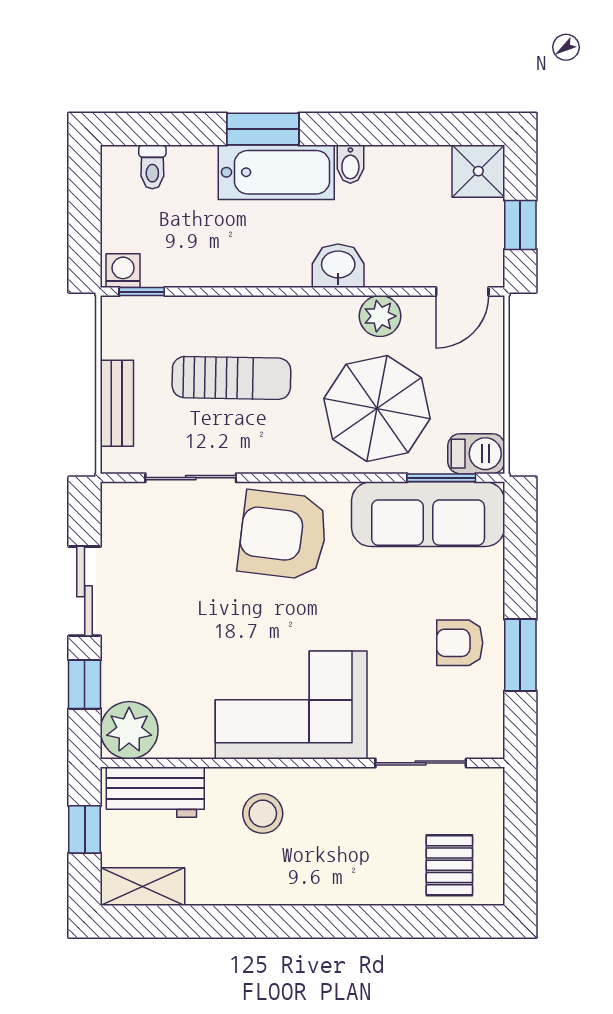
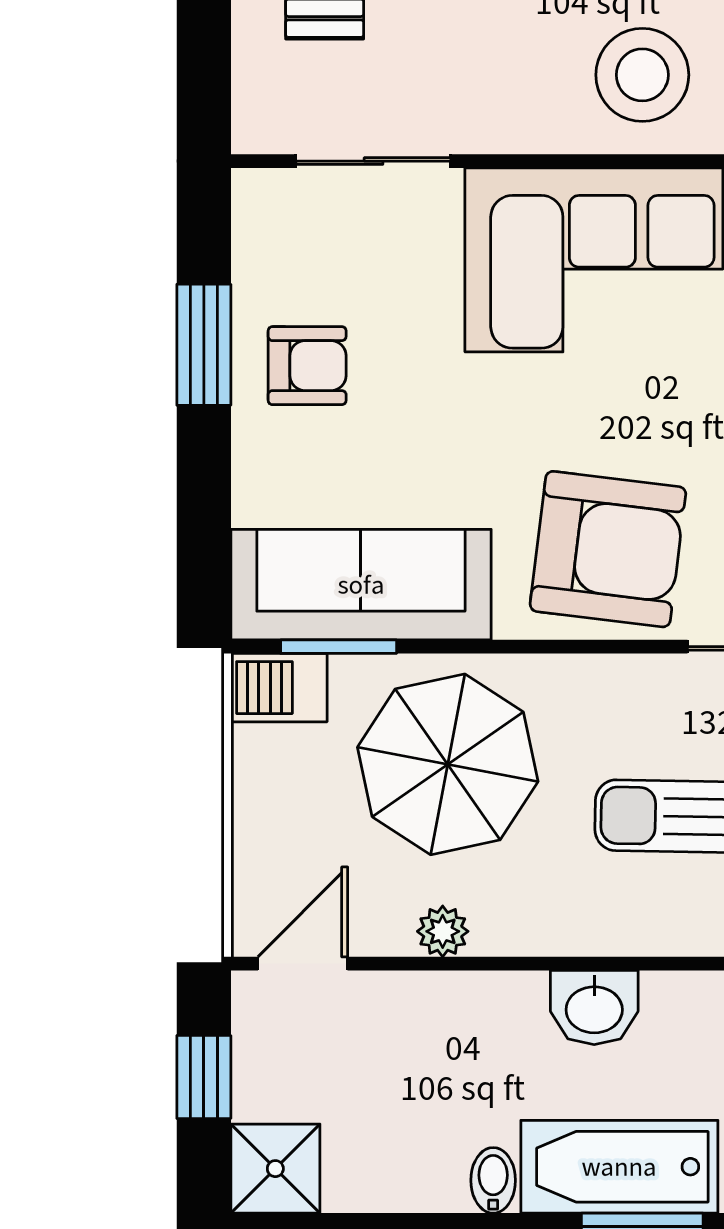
washbasin: (338, 266) -> (594, 1008), moved
plant: (380, 316) -> (443, 931), width x0.73, depth x0.73
stool: (263, 814) -> (642, 75), width x1.38, depth x1.38

